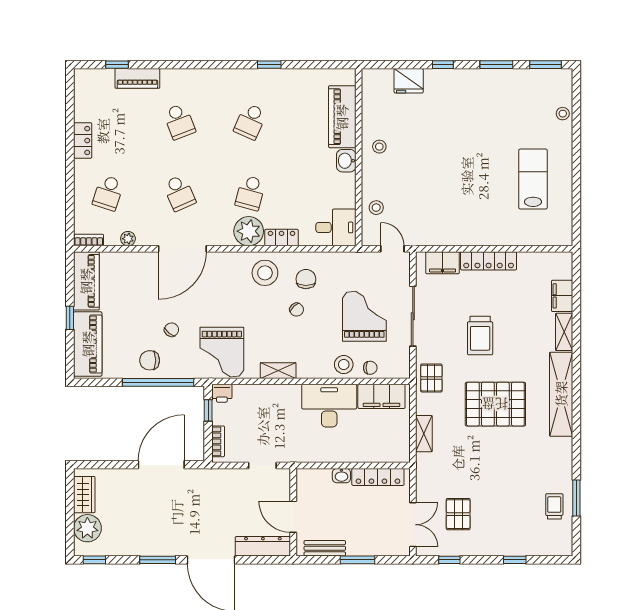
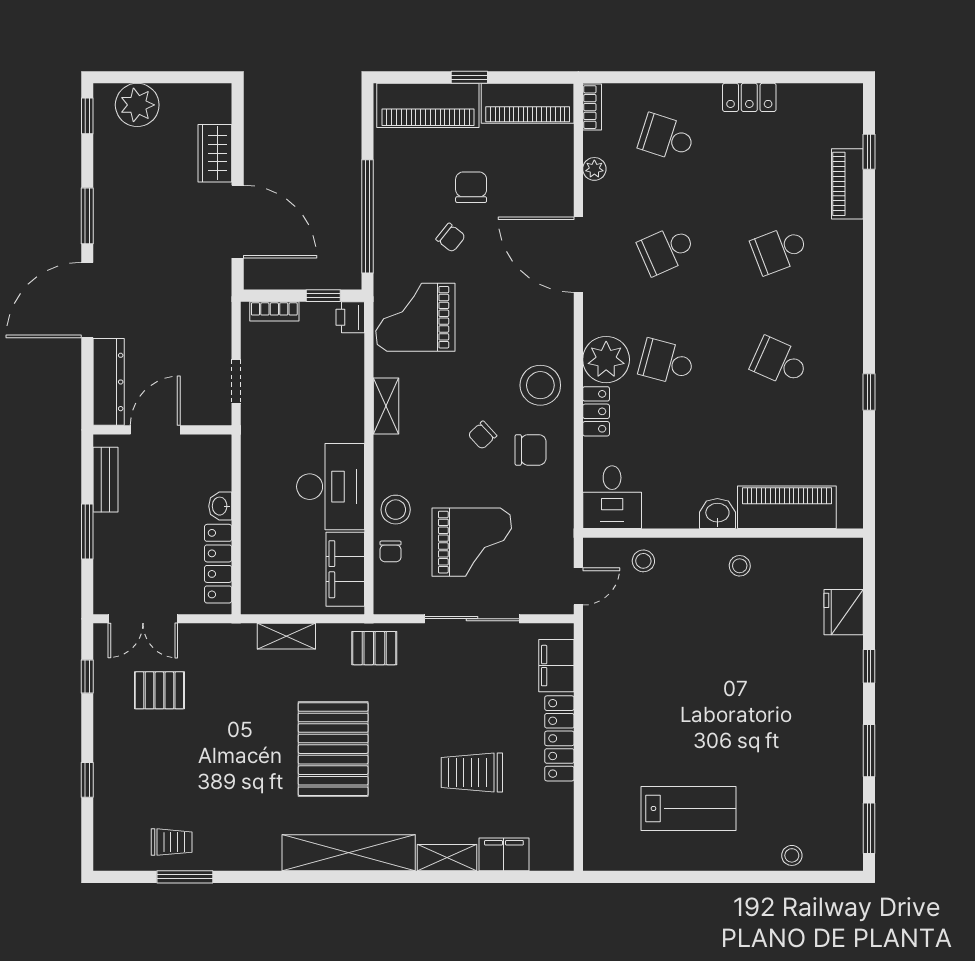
trolley: (480, 336) -> (472, 773), moved
chair: (150, 360) -> (471, 187), moved
wardrobe: (84, 495) -> (215, 153), moved, turned 90

